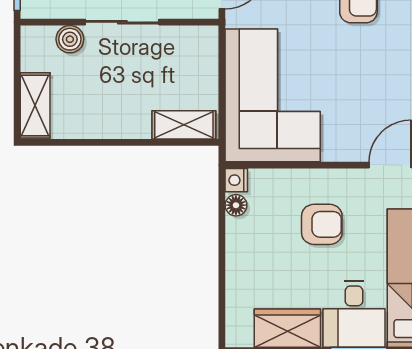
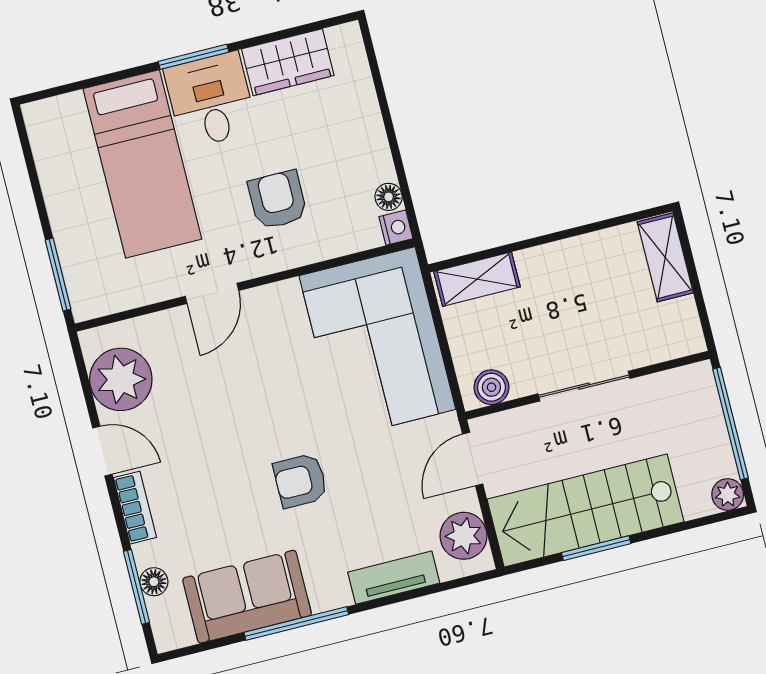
boiler: (70, 39) -> (491, 387), moved
armchair: (322, 224) -> (278, 200), turned 90

